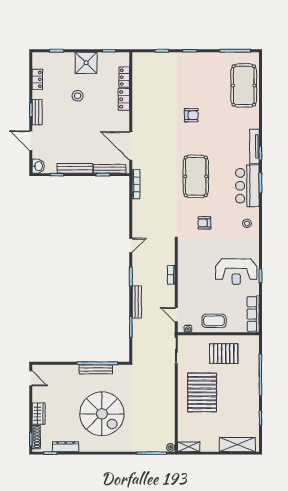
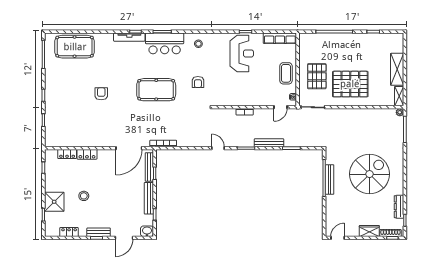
shower: (86, 63) -> (54, 202), moved
pallet: (224, 354) -> (317, 76), moved
shelving: (237, 445) -> (397, 69), moved

